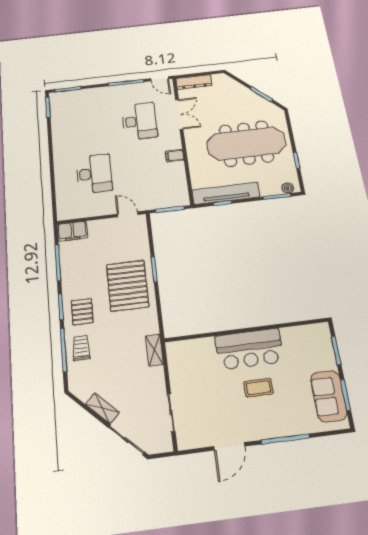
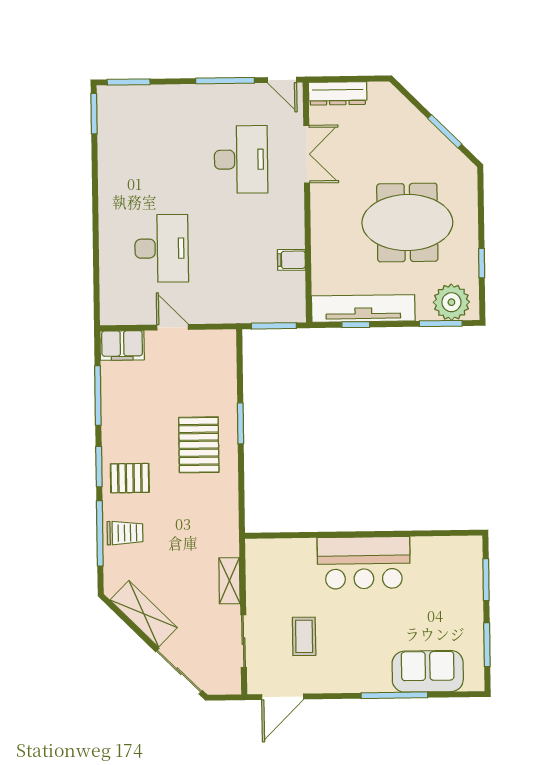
meeting table: (246, 144) -> (407, 223), width x0.73
filing cabinet: (175, 156) -> (291, 260), moved
plant: (288, 188) -> (451, 302), width x1.88, depth x1.88
door: (128, 214) -> (173, 327), moved
pallet: (128, 286) -> (199, 445), width x0.73, depth x0.71
pallet: (82, 312) -> (130, 478), turned 90
trolley: (81, 348) -> (125, 533), turned 90
shelving: (154, 350) -> (229, 581), moved
coffee table: (258, 388) -> (304, 636), moved, turned 90
sofa: (329, 396) -> (428, 671), moved, turned 90
shelving: (102, 408) -> (144, 614), width x1.50, depth x1.33
door: (229, 446) -> (283, 697), moved

